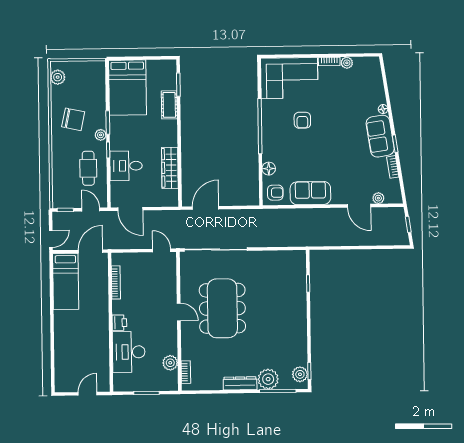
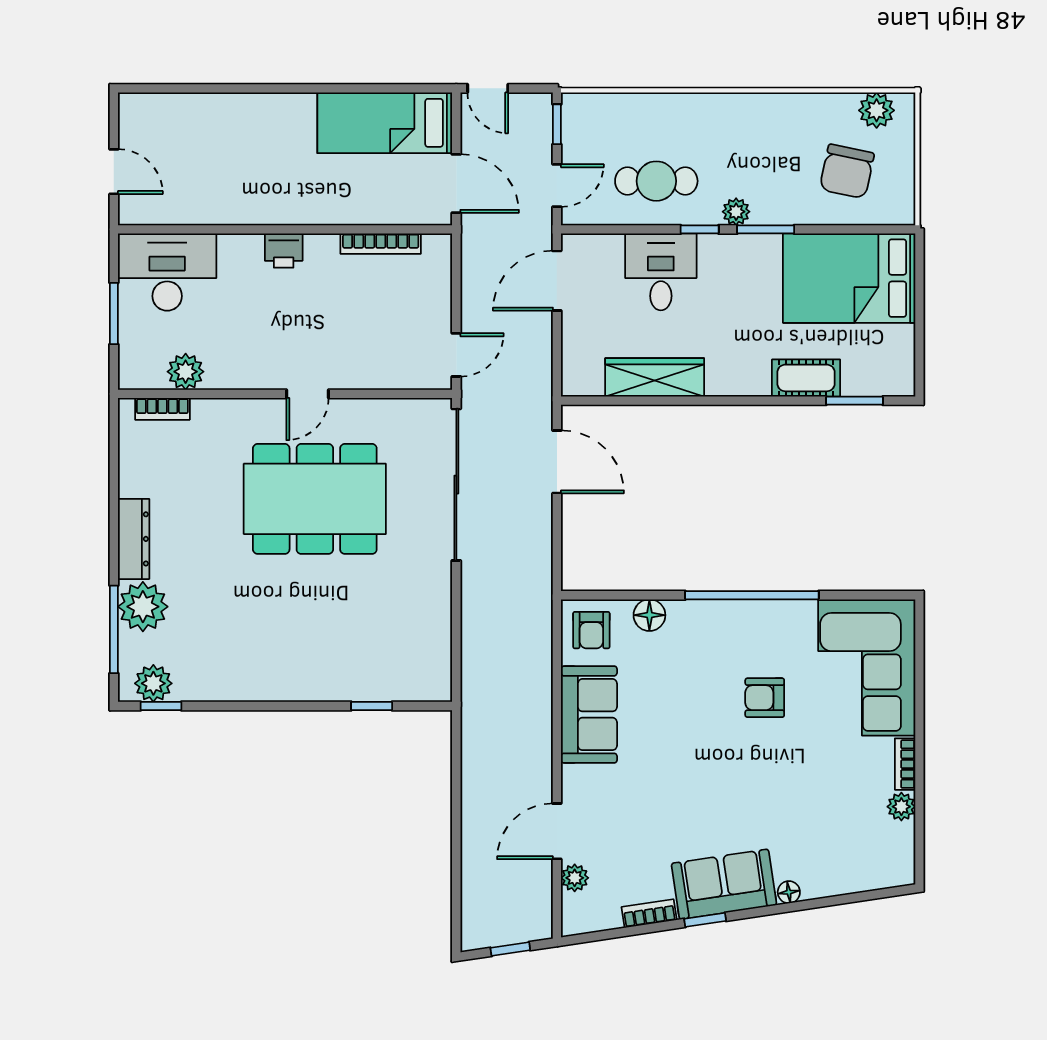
chair: (73, 119) -> (847, 171), moved
desk: (129, 352) -> (167, 272), moved

